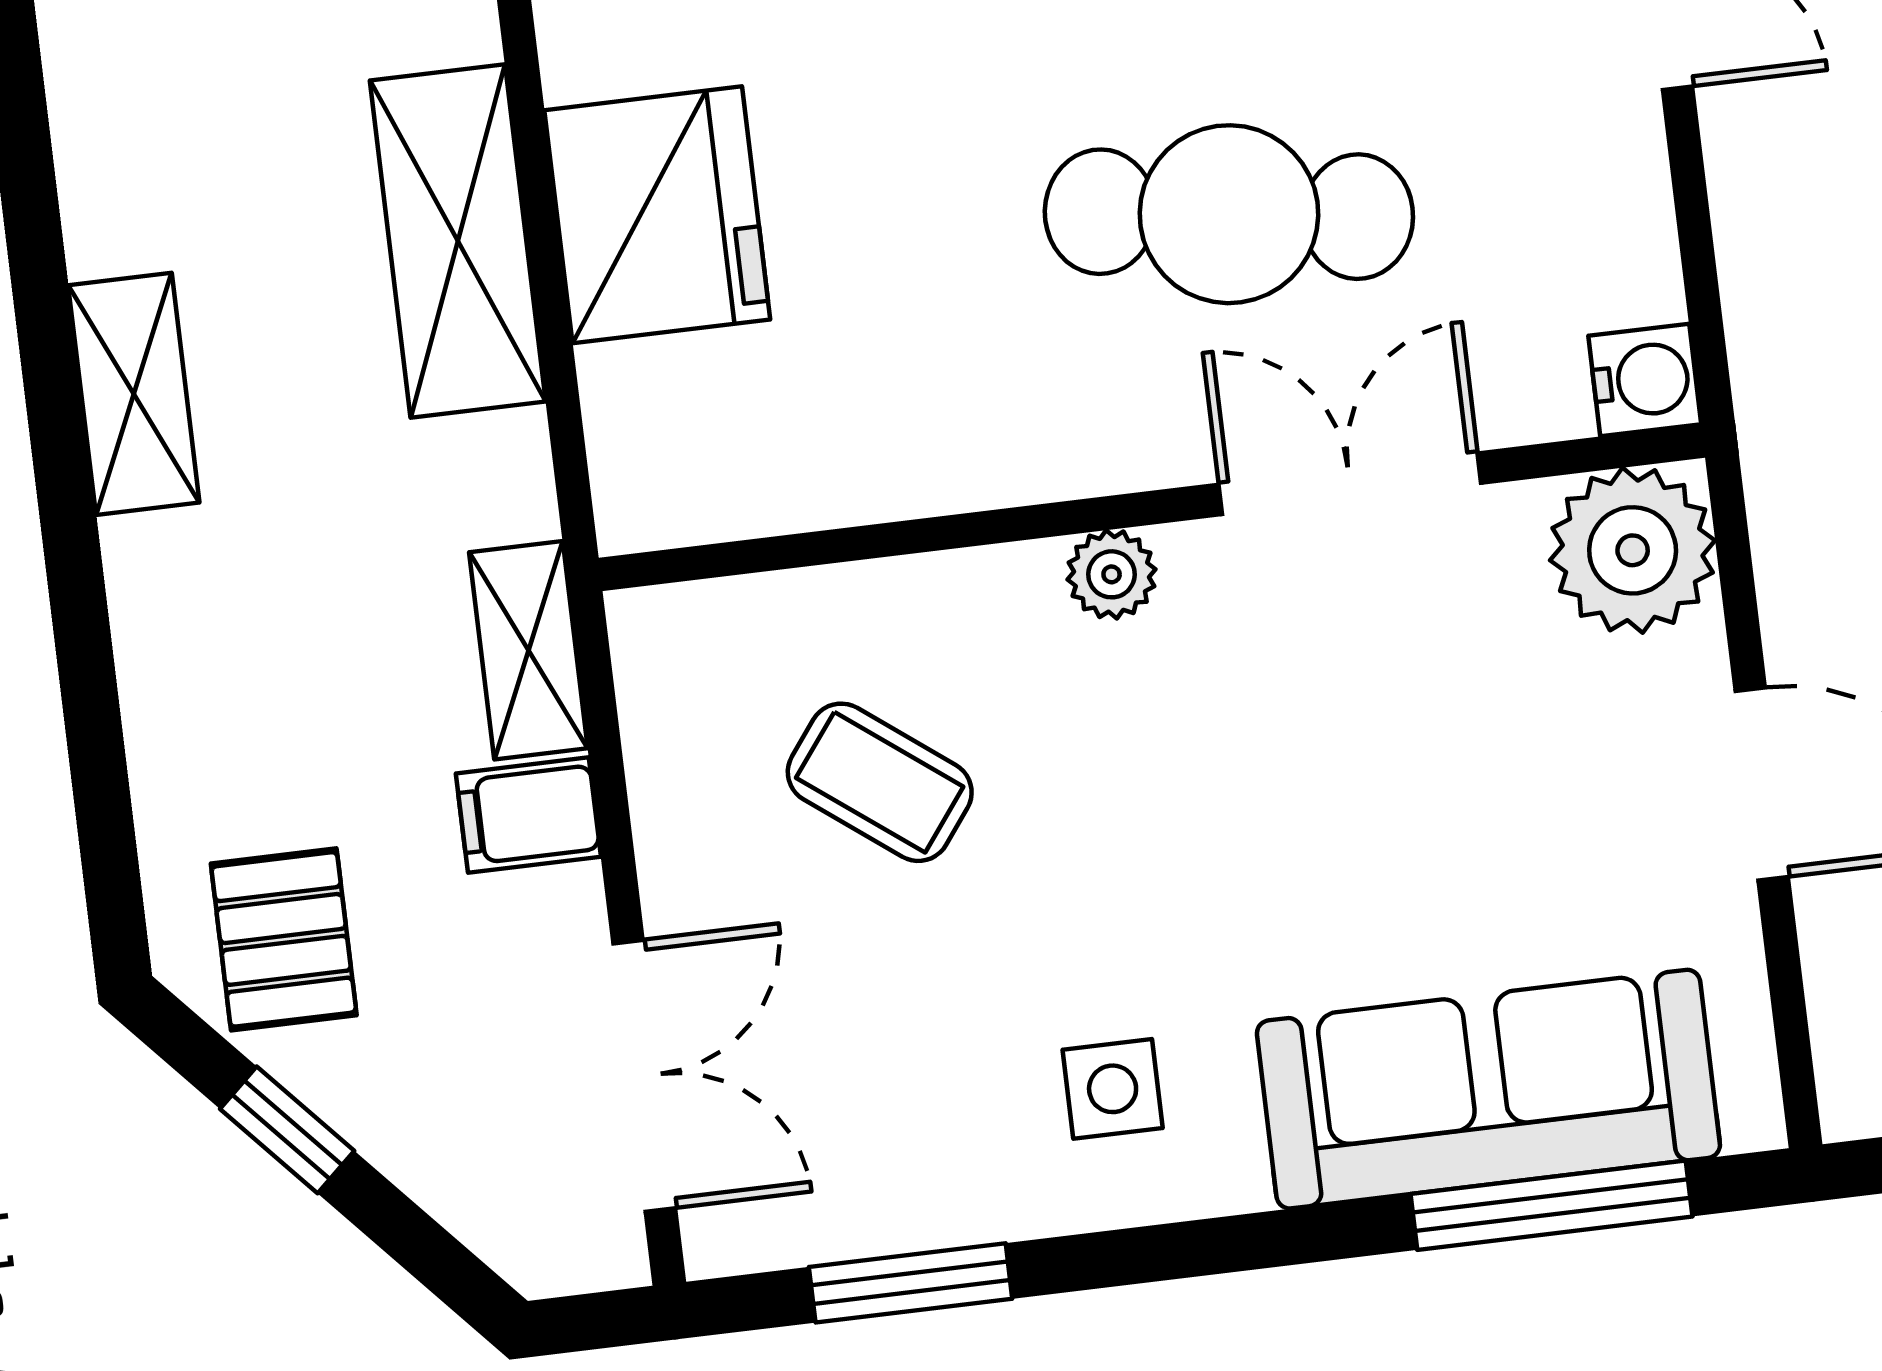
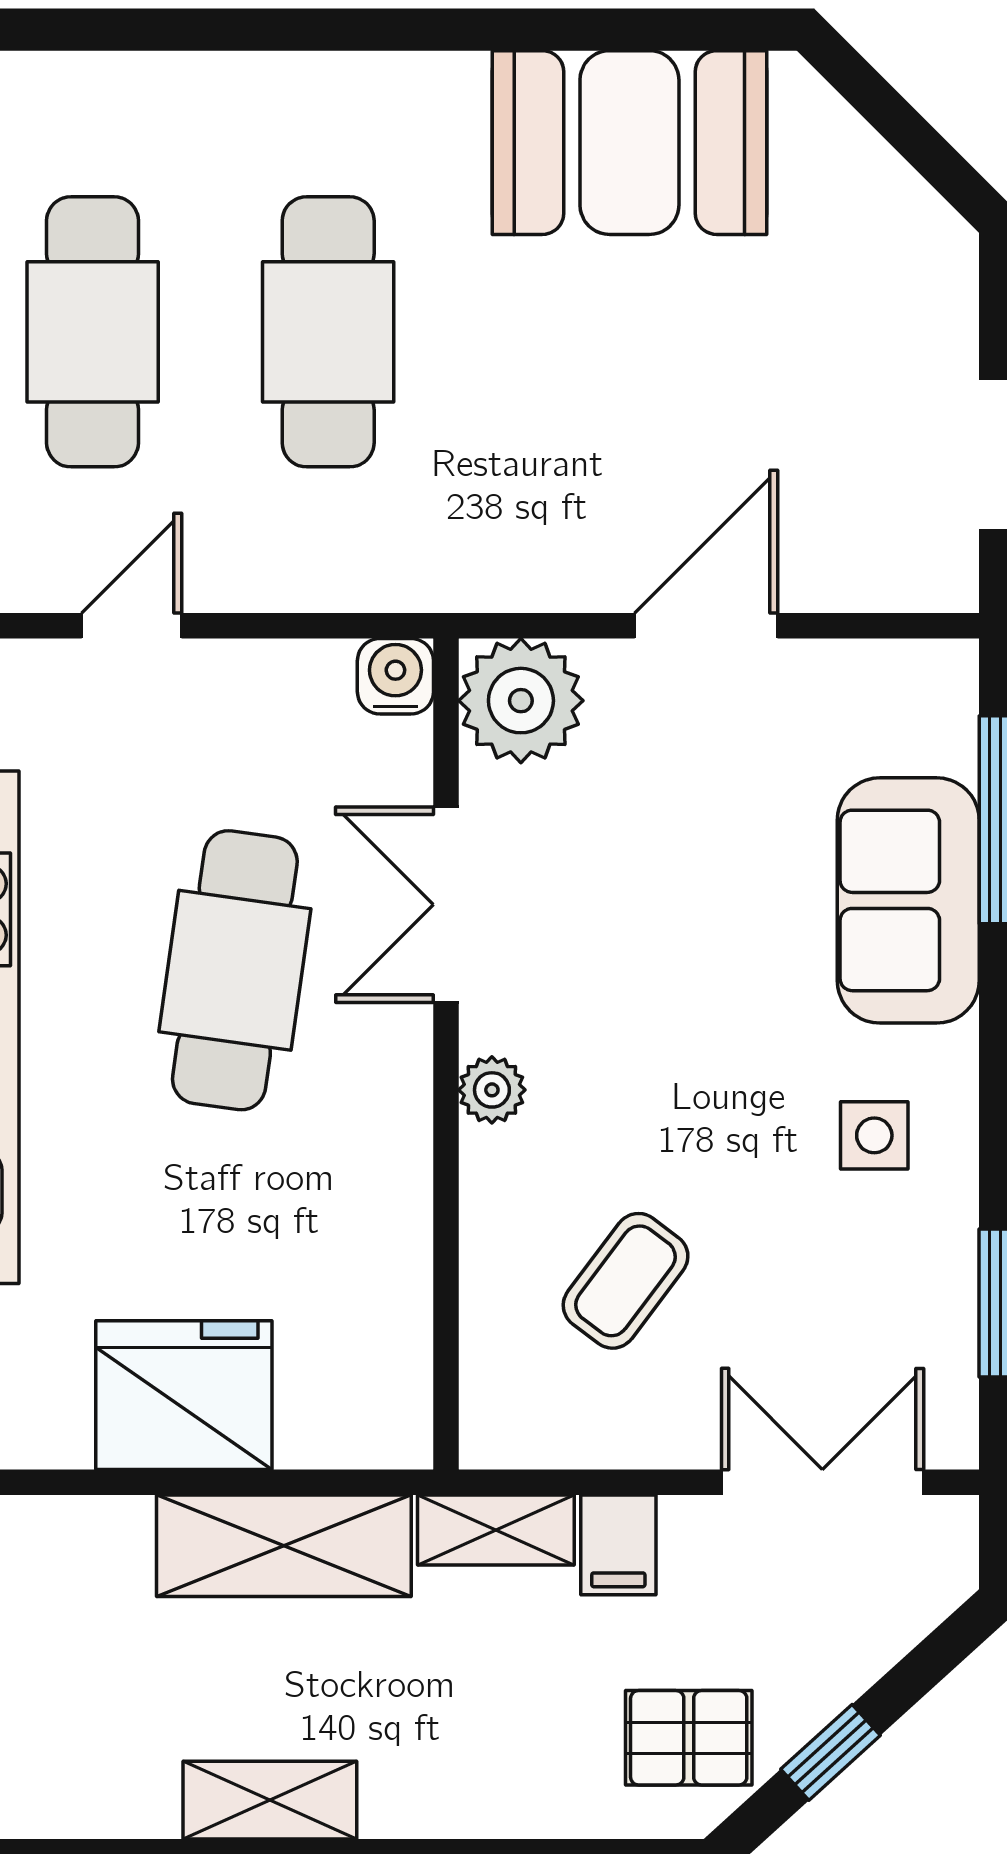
shelving: (458, 241) -> (284, 1546), moved
sofa: (1488, 1089) -> (908, 900), width x0.73

